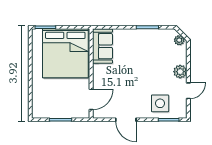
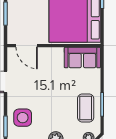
coffee table: (151, 43) -> (86, 108), added

